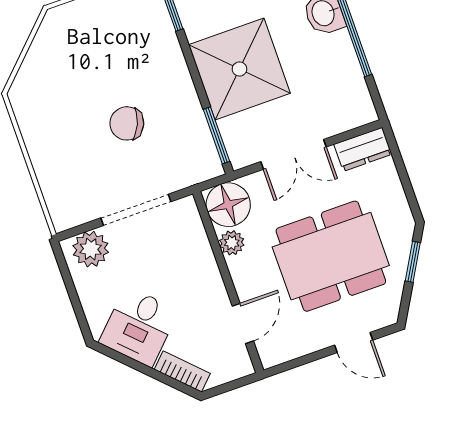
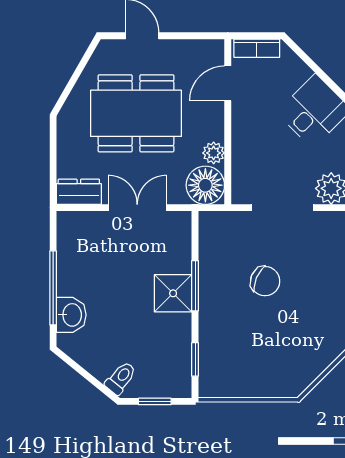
shower: (239, 69) -> (173, 293), width x0.54, depth x0.54
window: (216, 135) -> (195, 286), moved
window: (413, 262) -> (70, 85), removed
bookcase: (182, 371) -> (257, 48), moved, turned -45

